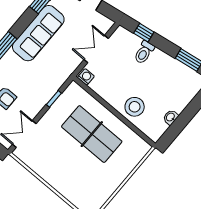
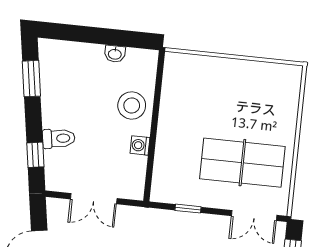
washing machine: (86, 77) -> (140, 145), moved
table tennis table: (92, 134) -> (242, 163), moved, turned 90

